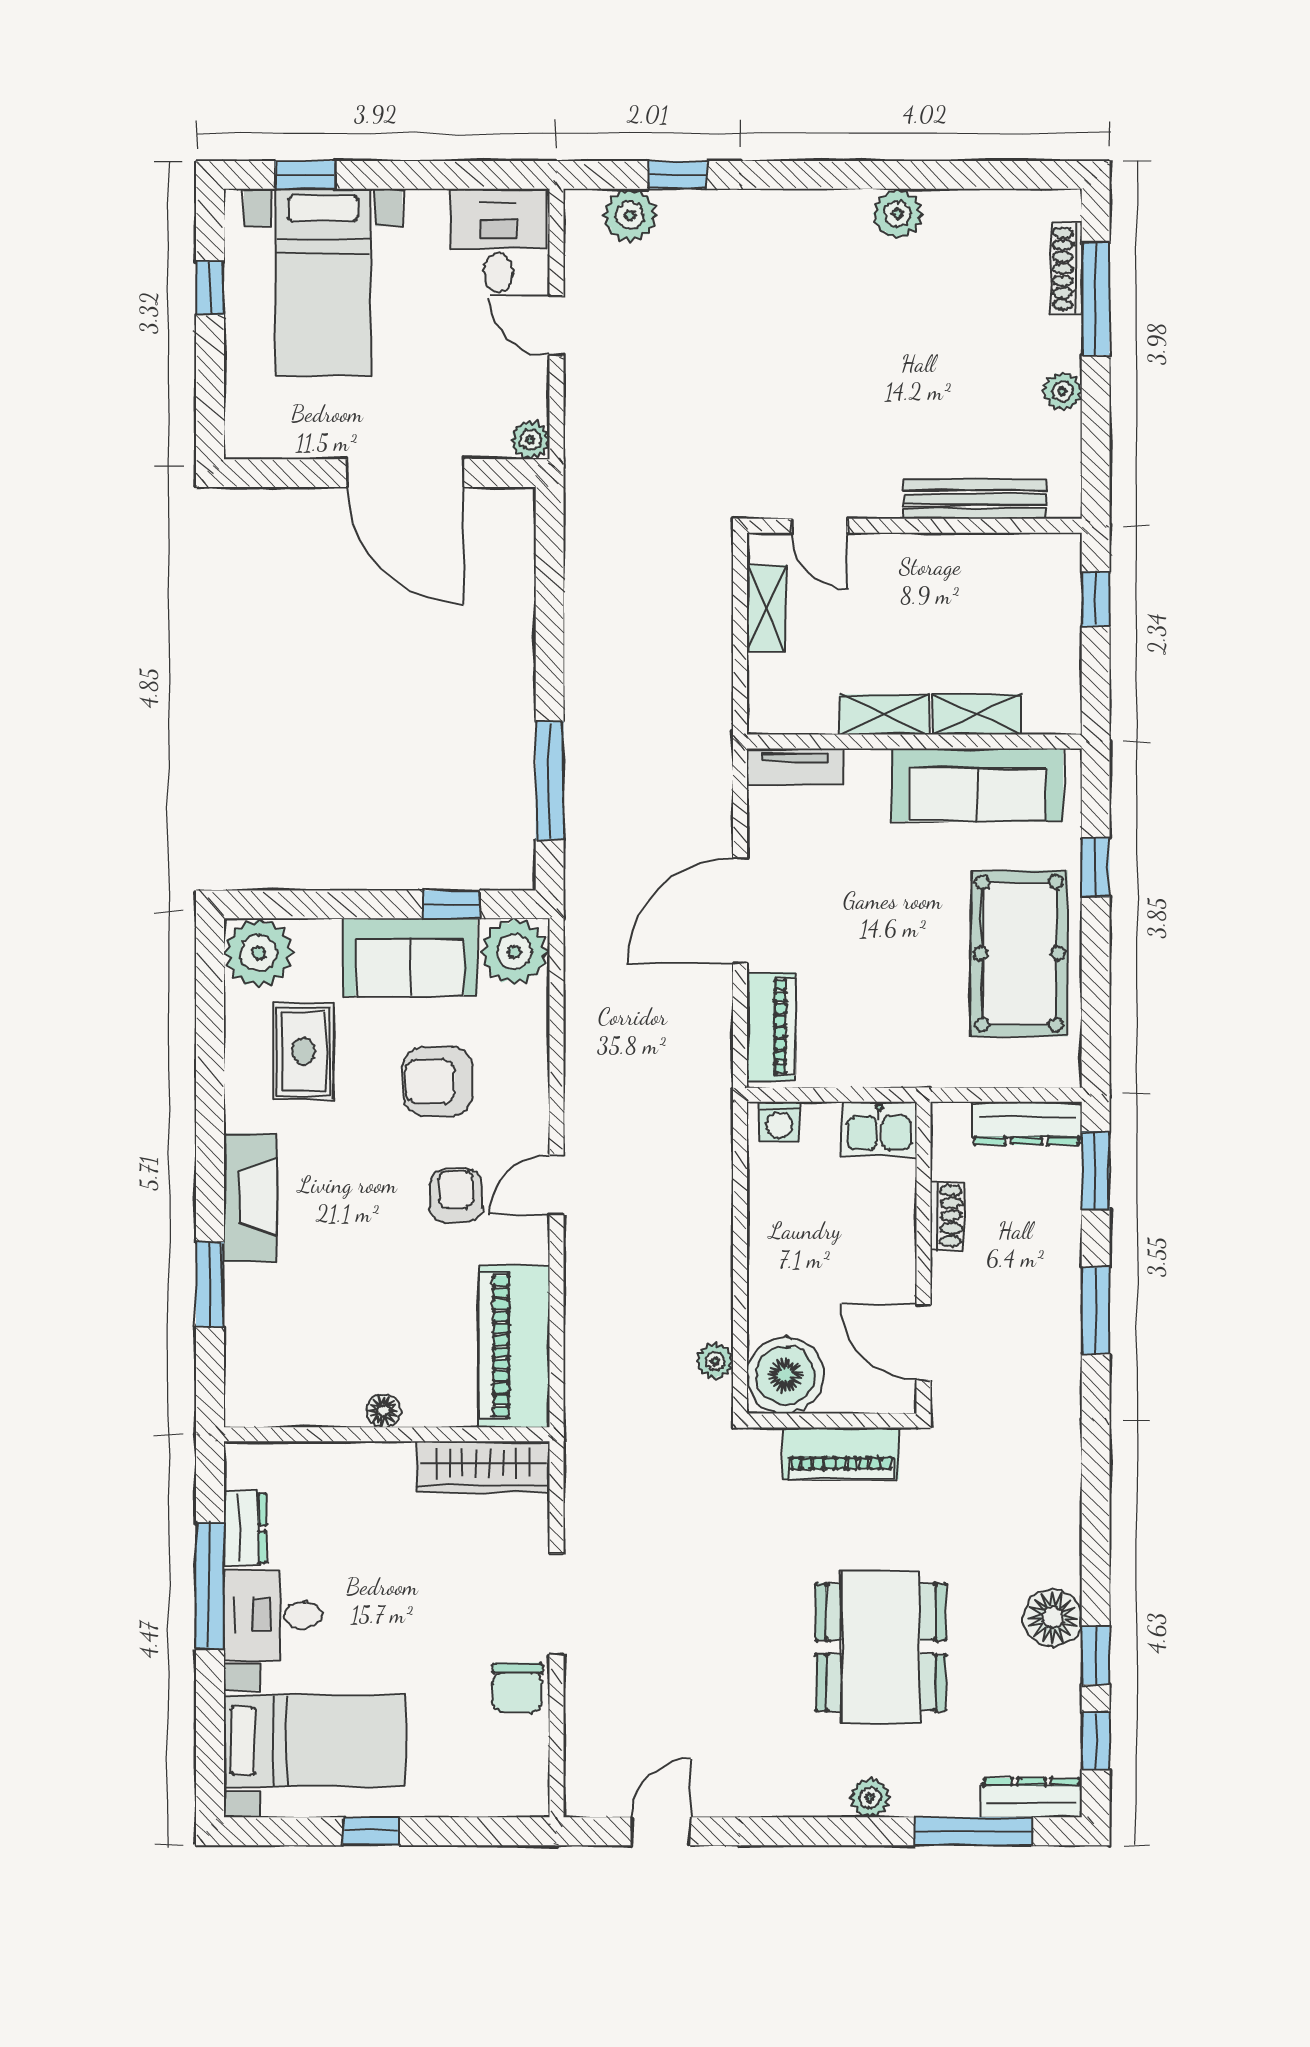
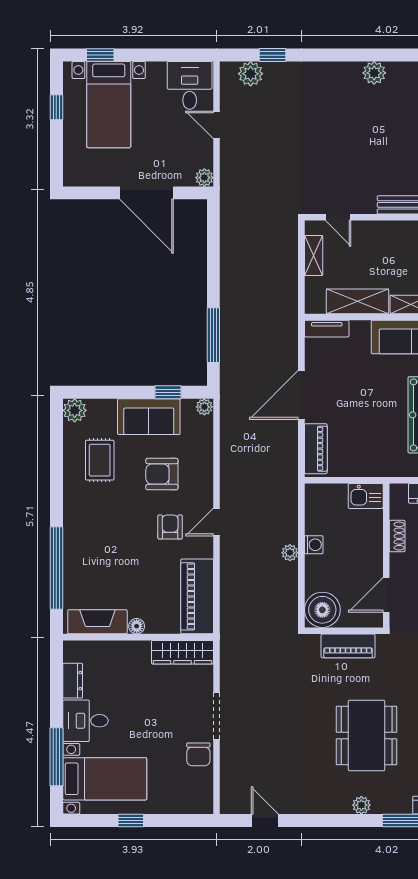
shelving: (884, 714) -> (358, 301), width x1.50, depth x1.33
plant: (514, 952) -> (204, 407), width x0.53, depth x0.53
plant: (259, 953) -> (75, 410), width x0.73, depth x0.73
washing machine: (779, 1122) -> (314, 545), moved, turned -90
fireplace: (250, 1198) -> (97, 622), moved, turned -90
window: (210, 1285) -> (56, 568), width x2.11
door: (923, 1342) -> (386, 595), hinge flipped
plant: (715, 1361) -> (290, 553), moved
window: (210, 1585) -> (56, 757), moved
door: (661, 1831) -> (265, 821), hinge flipped

